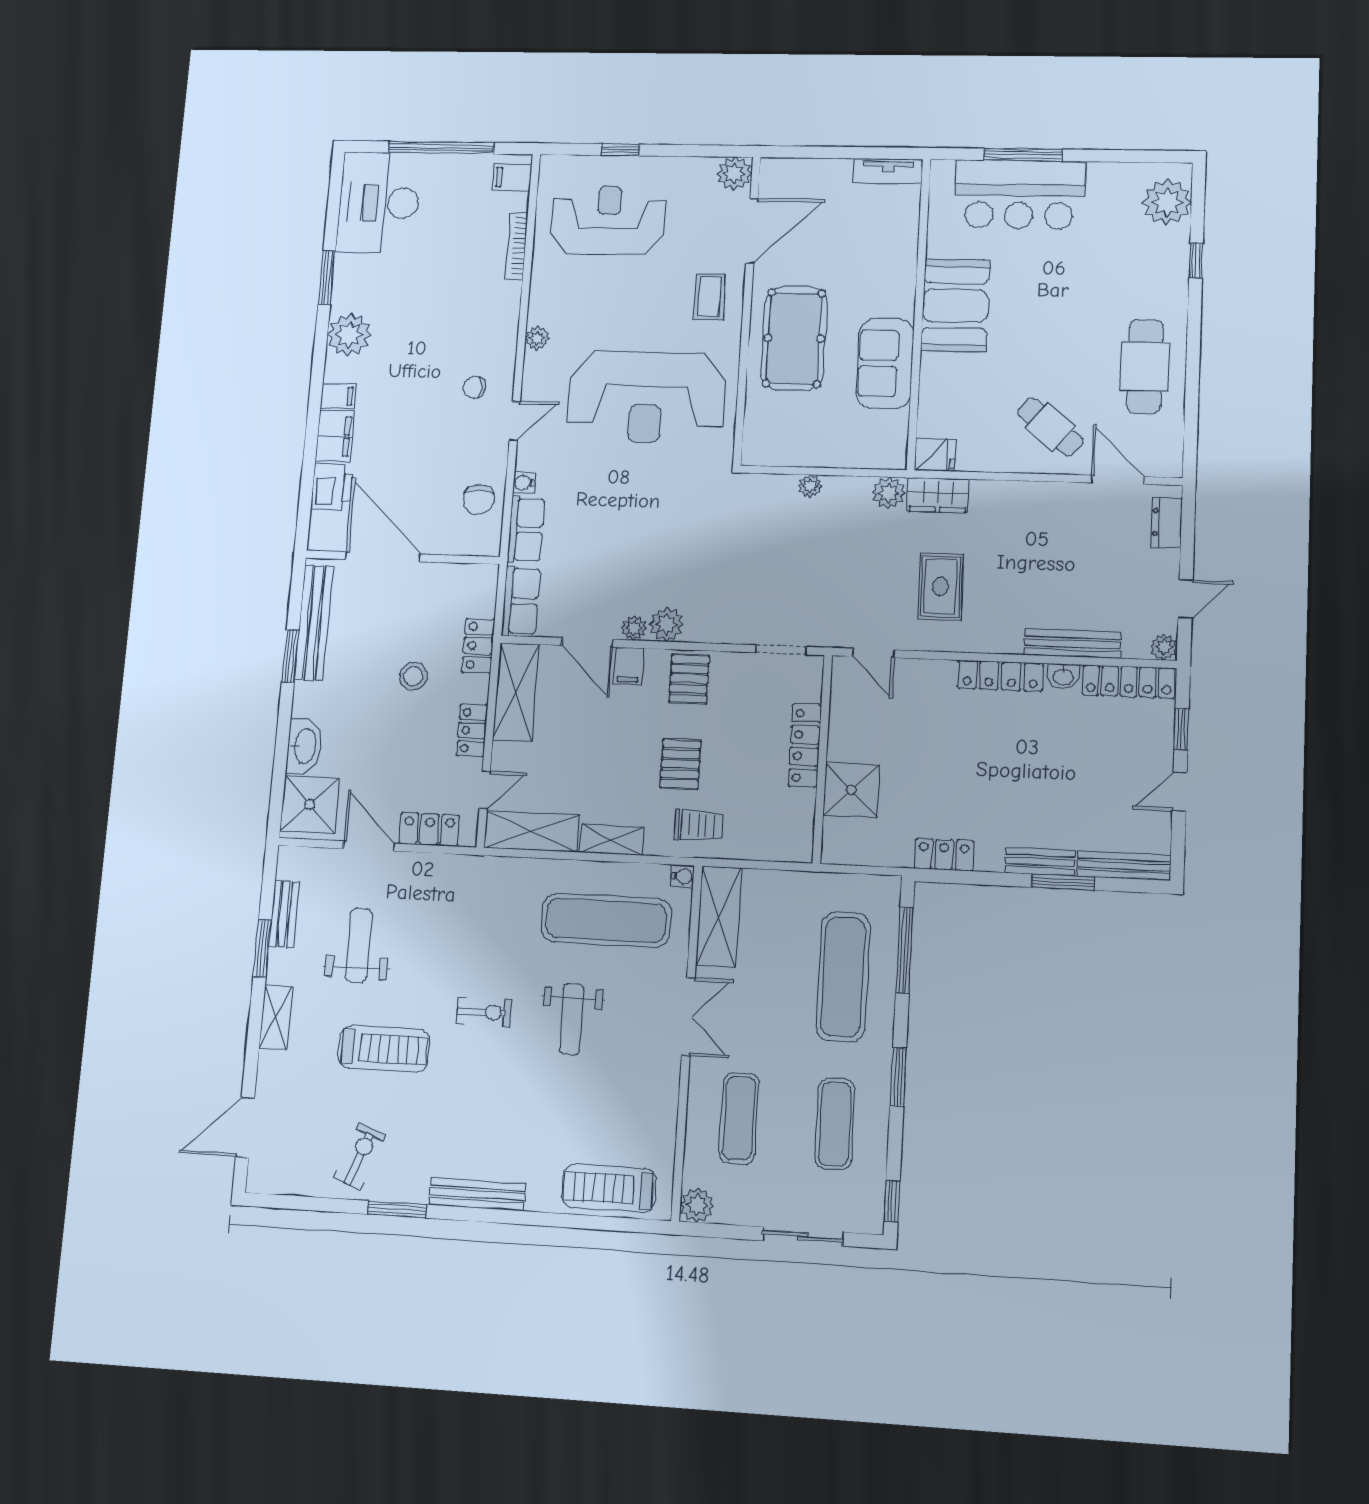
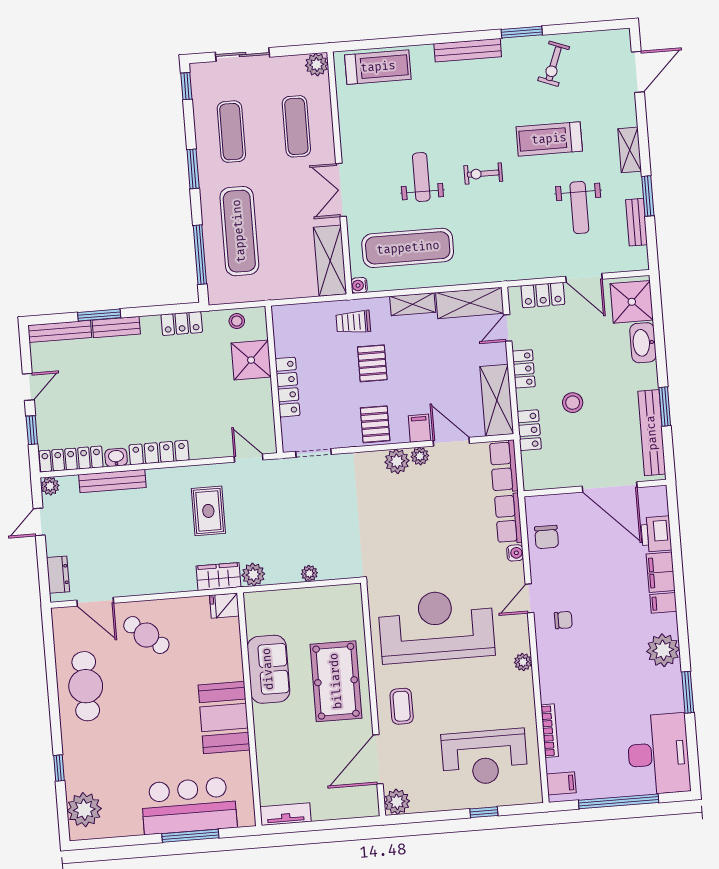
chair: (478, 499) -> (547, 537), turned 180
stool: (864, 848) -> (237, 321), added

